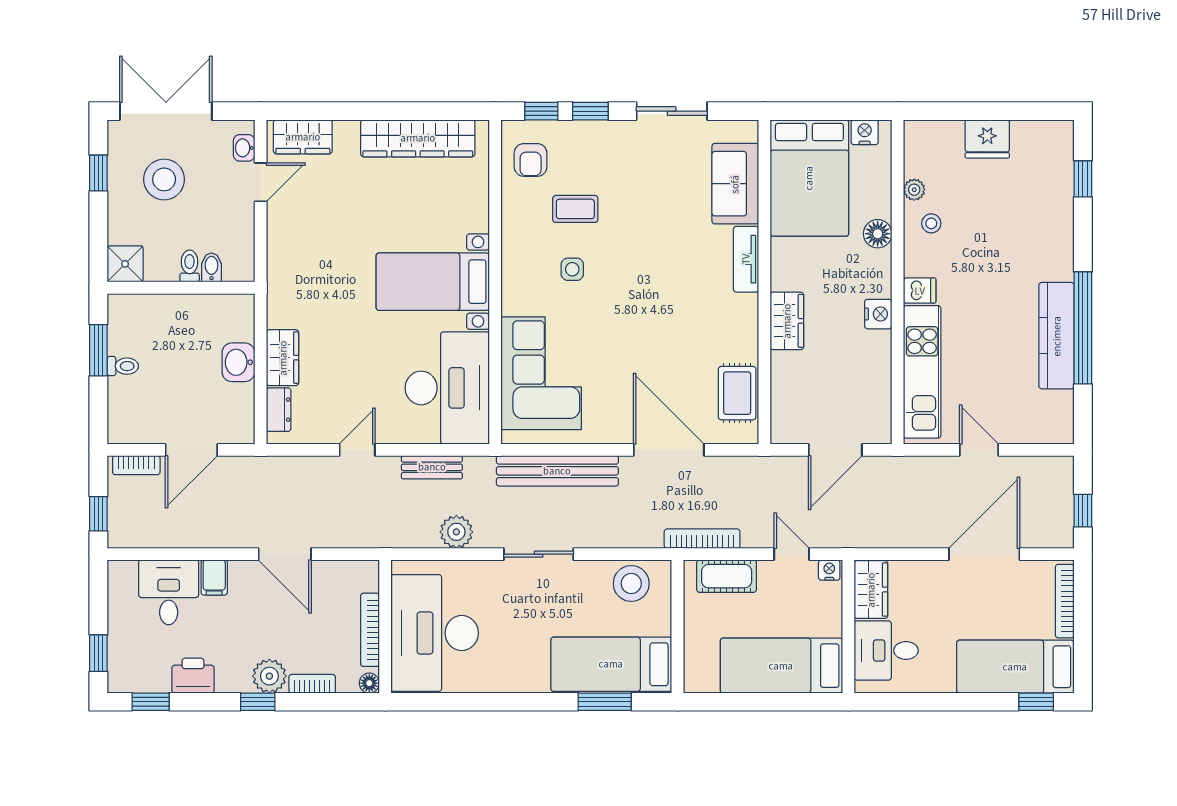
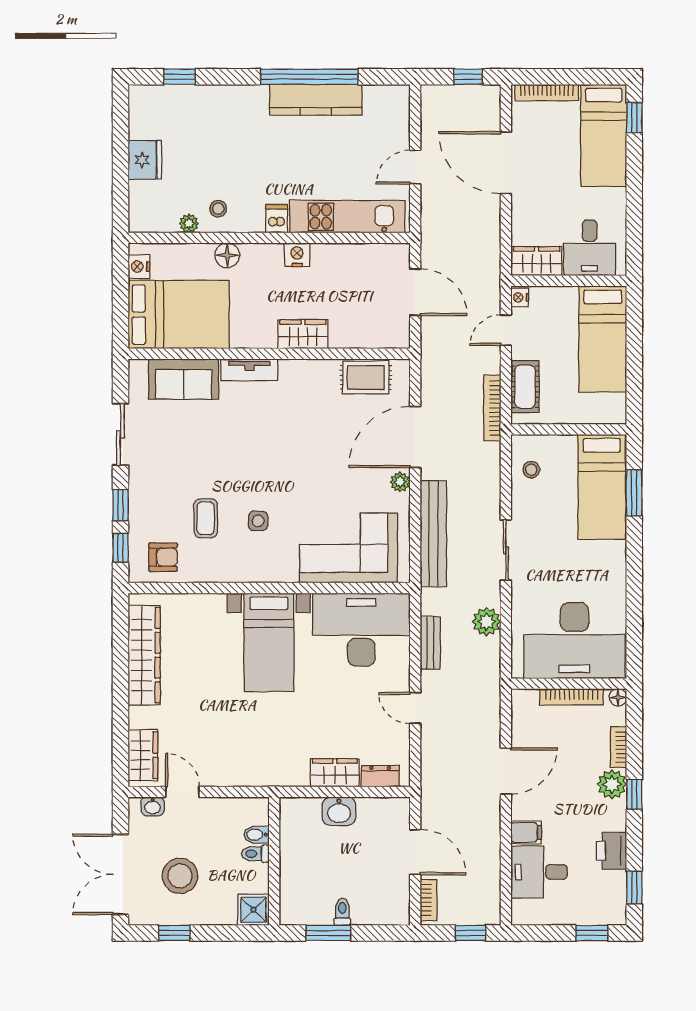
plant: (617, 433) -> (400, 482), added
stool: (631, 583) -> (531, 470), width x0.53, depth x0.53

